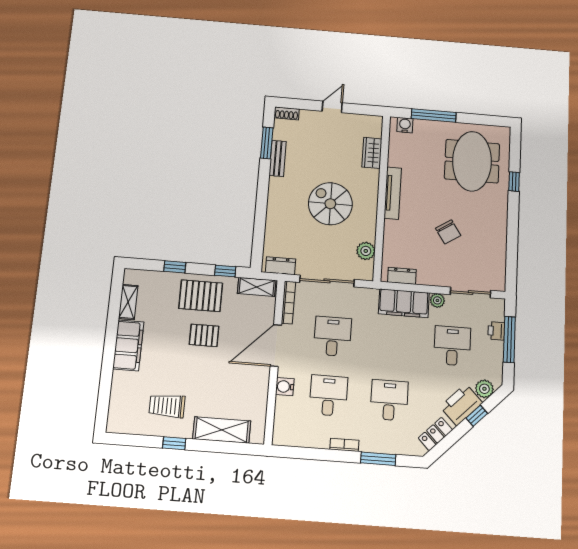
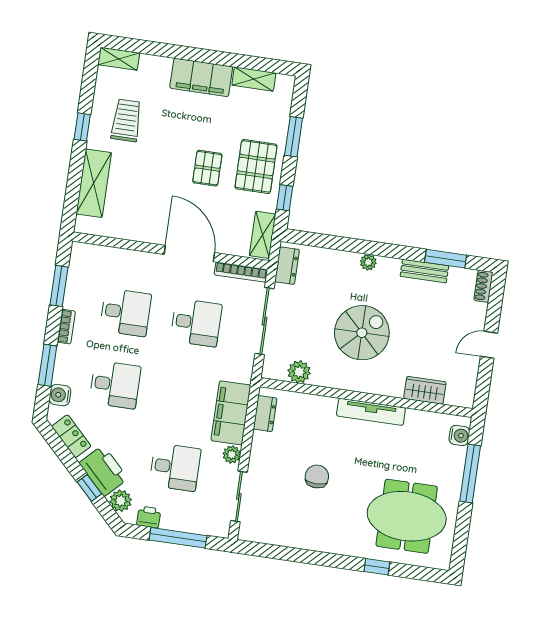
door: (332, 107) -> (489, 345), swing flipped
plant: (273, 202) -> (368, 262), added
chair: (448, 232) -> (317, 477), turned 123
window: (175, 267) -> (294, 137), width x1.50
printer: (496, 331) -> (149, 517), moved
water cooler: (285, 387) -> (60, 395), moved, turned -90
shelving: (115, 416) -> (119, 59), added
window: (310, 454) -> (59, 286), added

